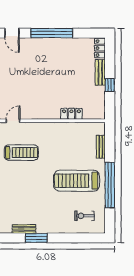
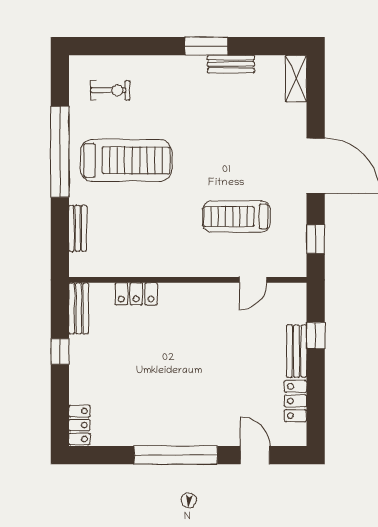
bench: (100, 72) -> (79, 308), moved

